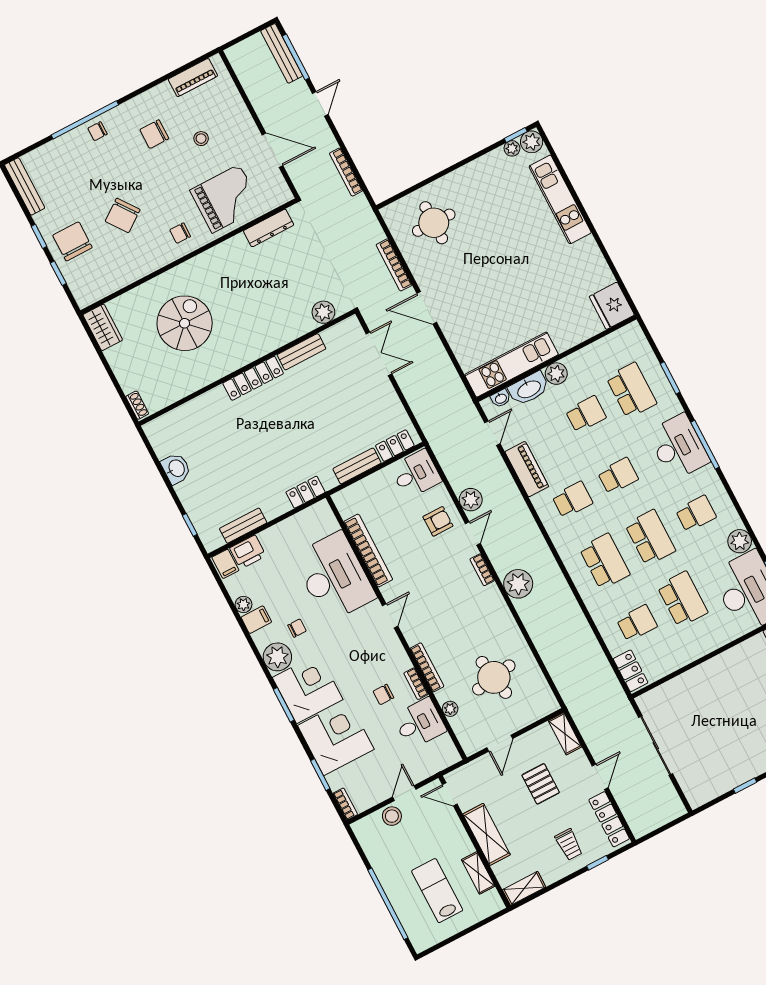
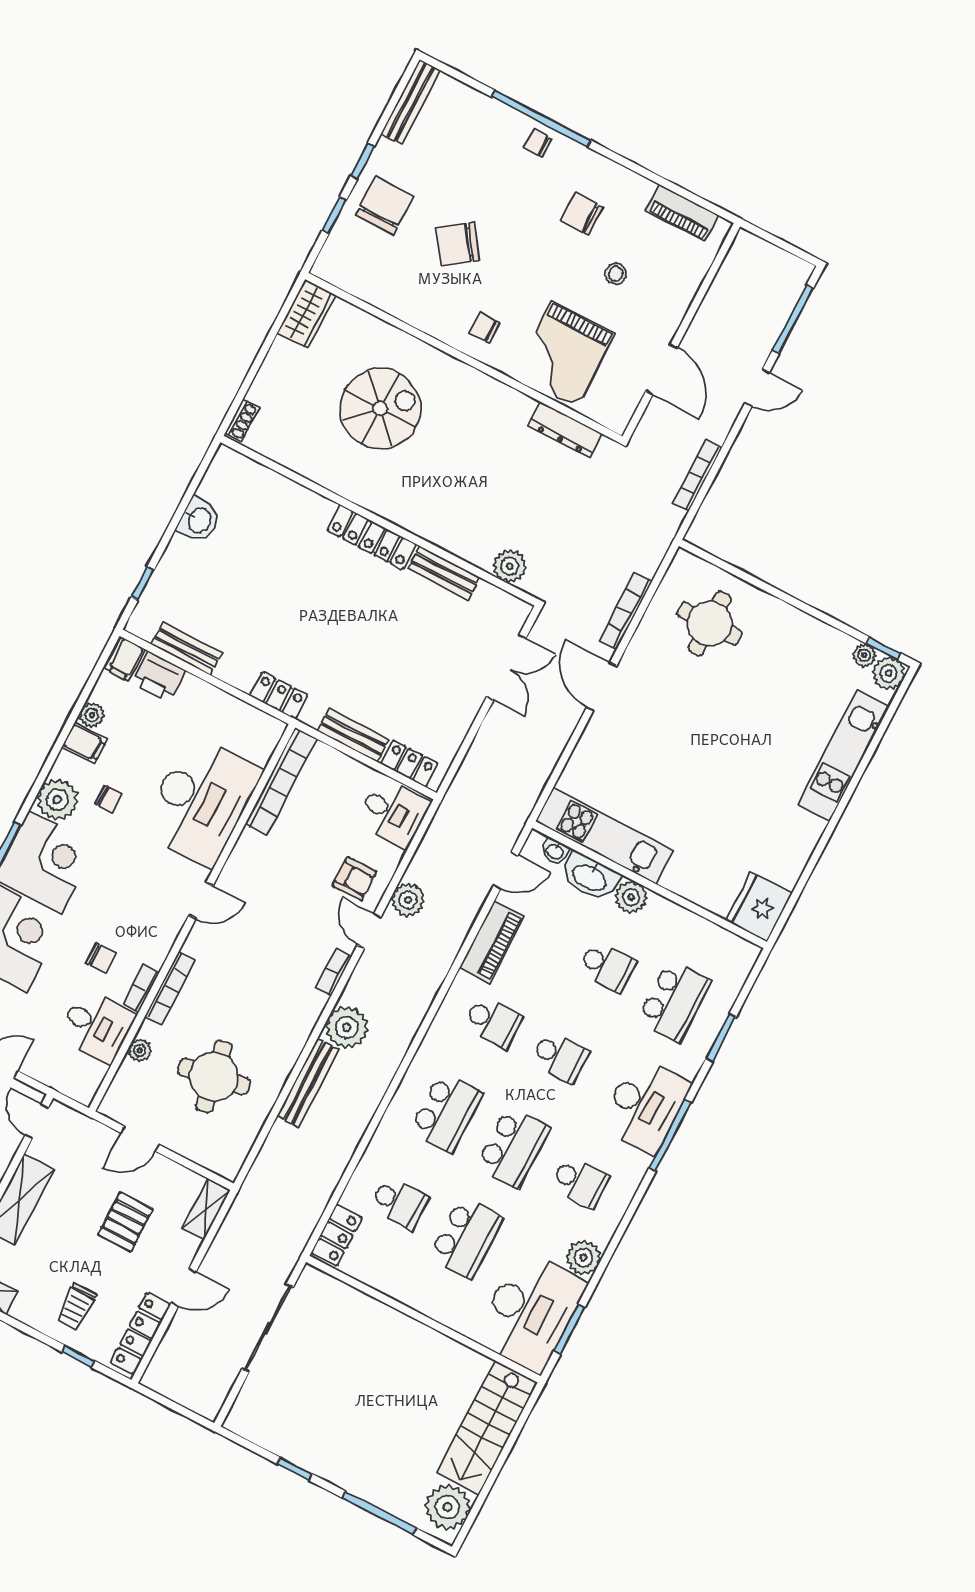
bench: (282, 53) -> (308, 1083), moved
grand piano: (226, 199) -> (564, 354), turned 90
door: (473, 533) -> (369, 931), swing flipped
bookcase: (368, 551) -> (281, 781), moved
chair: (383, 695) -> (101, 958), turned 180

